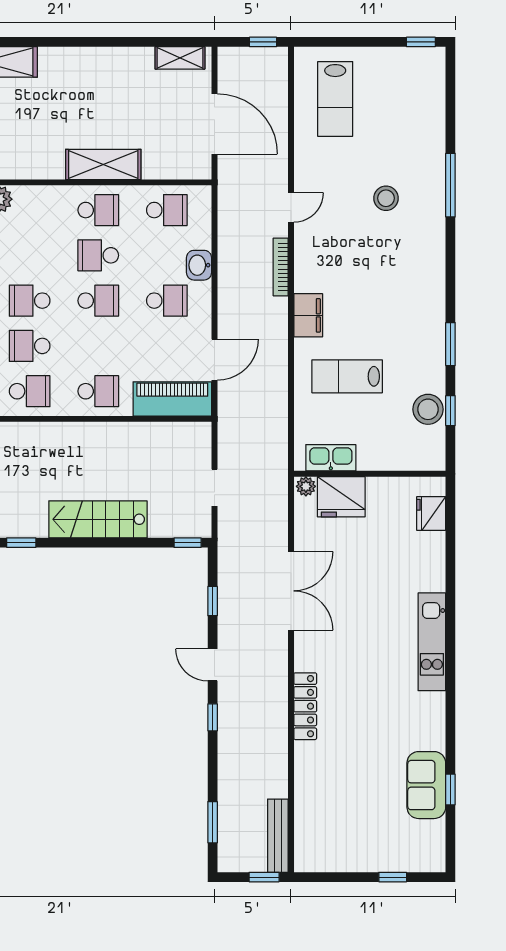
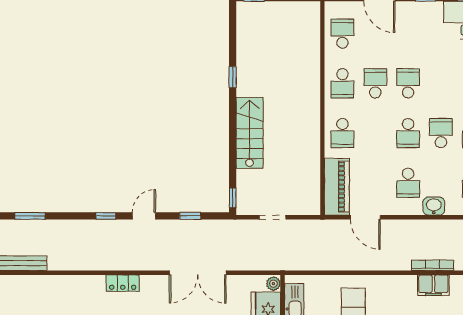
filing cabinet: (308, 315) -> (433, 285), moved
locker: (305, 706) -> (123, 283), width x0.66

